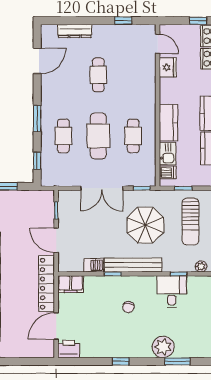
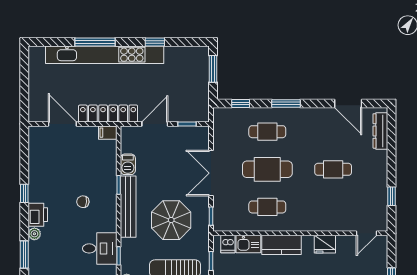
dresser: (75, 31) -> (380, 131), moved
fridge: (168, 67) -> (325, 244), moved
filing cabinet: (71, 284) -> (108, 133), width x0.50
plant: (163, 347) -> (34, 234), width x0.53, depth x0.53
printer: (69, 349) -> (38, 215), moved

